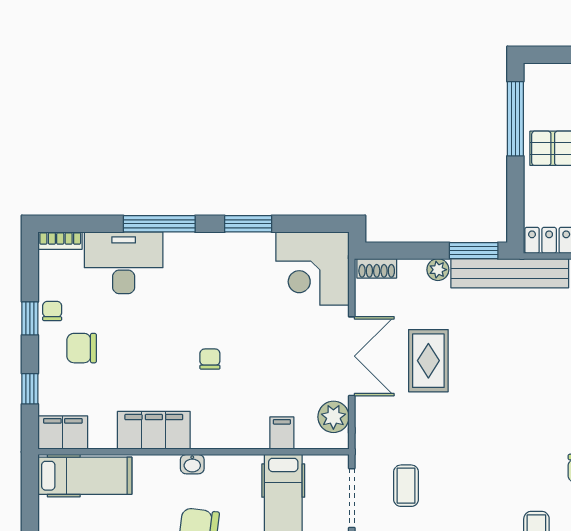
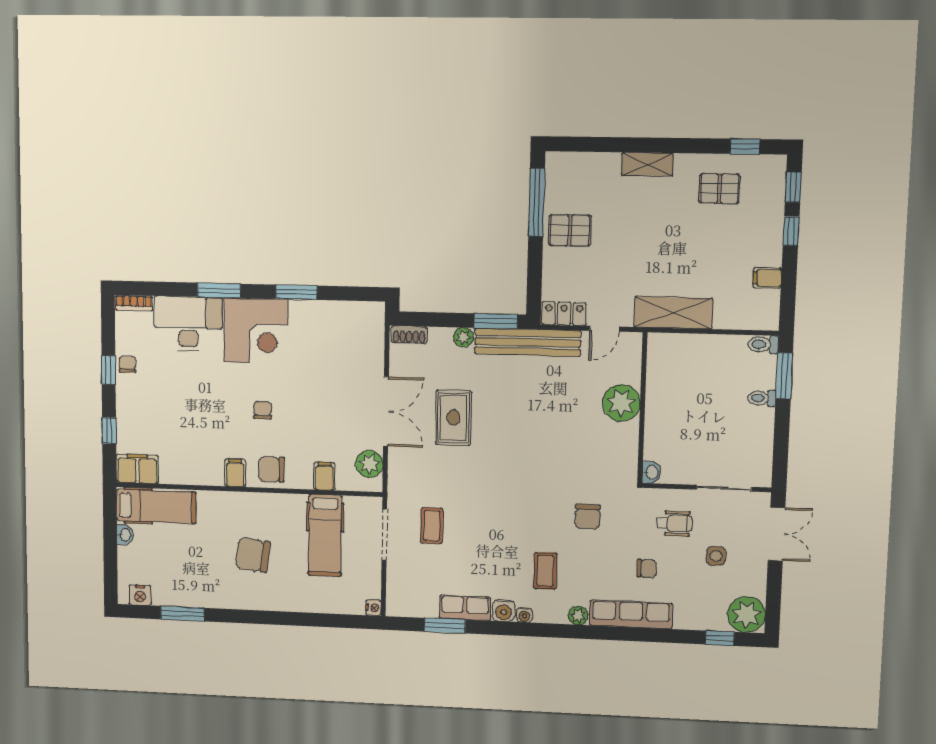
window: (159, 224) -> (219, 290), width x0.69
corner desk: (312, 268) -> (256, 331), moved, turned -90
chair: (82, 348) -> (271, 469), moved
filing cabinet: (154, 430) -> (235, 473), width x0.33, depth x0.86
washbasin: (192, 464) -> (125, 535), moved, turned -90

